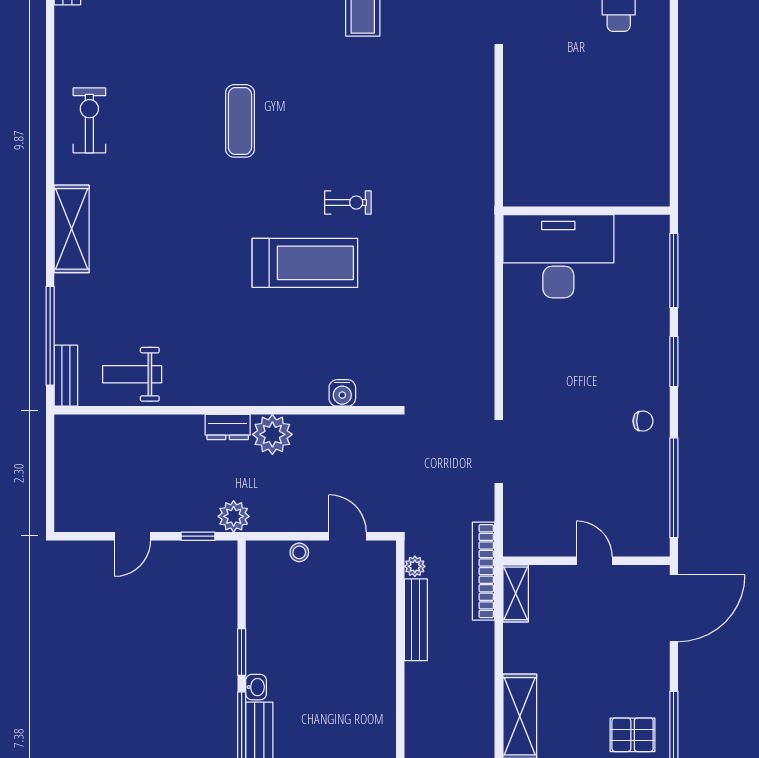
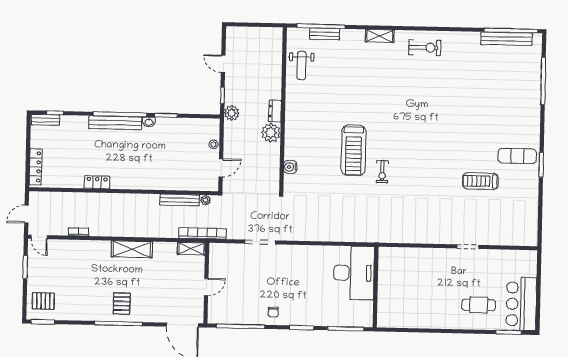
exercise mat: (240, 121) -> (423, 120), removed
shelving: (72, 229) -> (380, 36), width x0.67, depth x0.75
weight bench: (132, 374) -> (301, 65), turned 180
bench: (66, 376) -> (325, 34), moved

